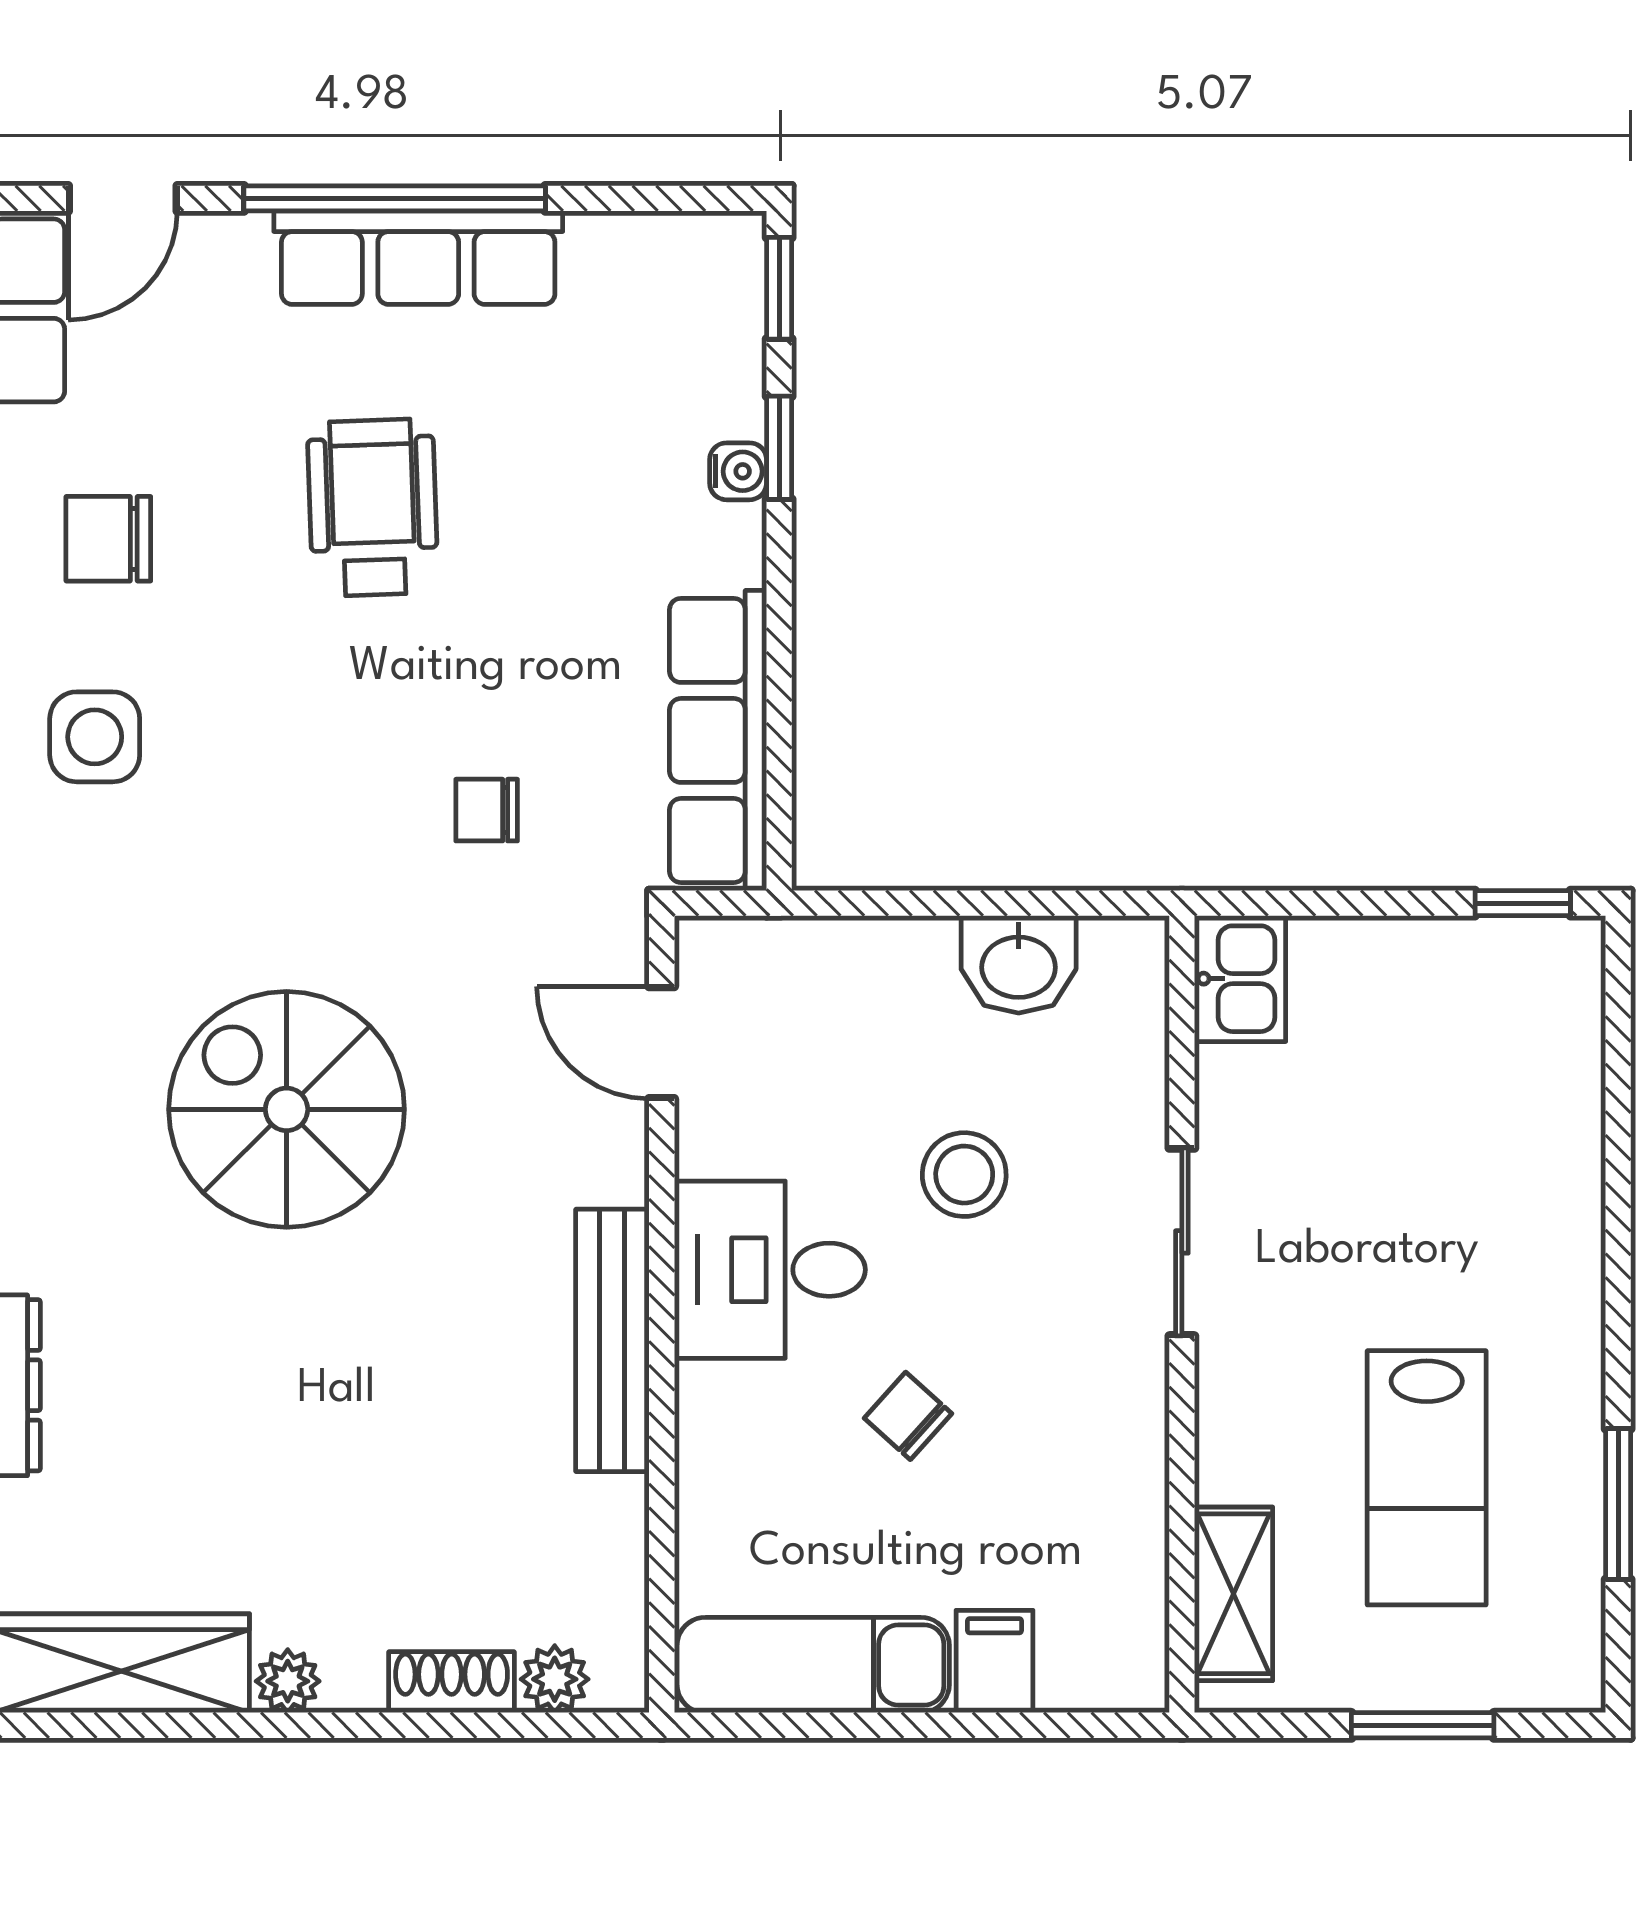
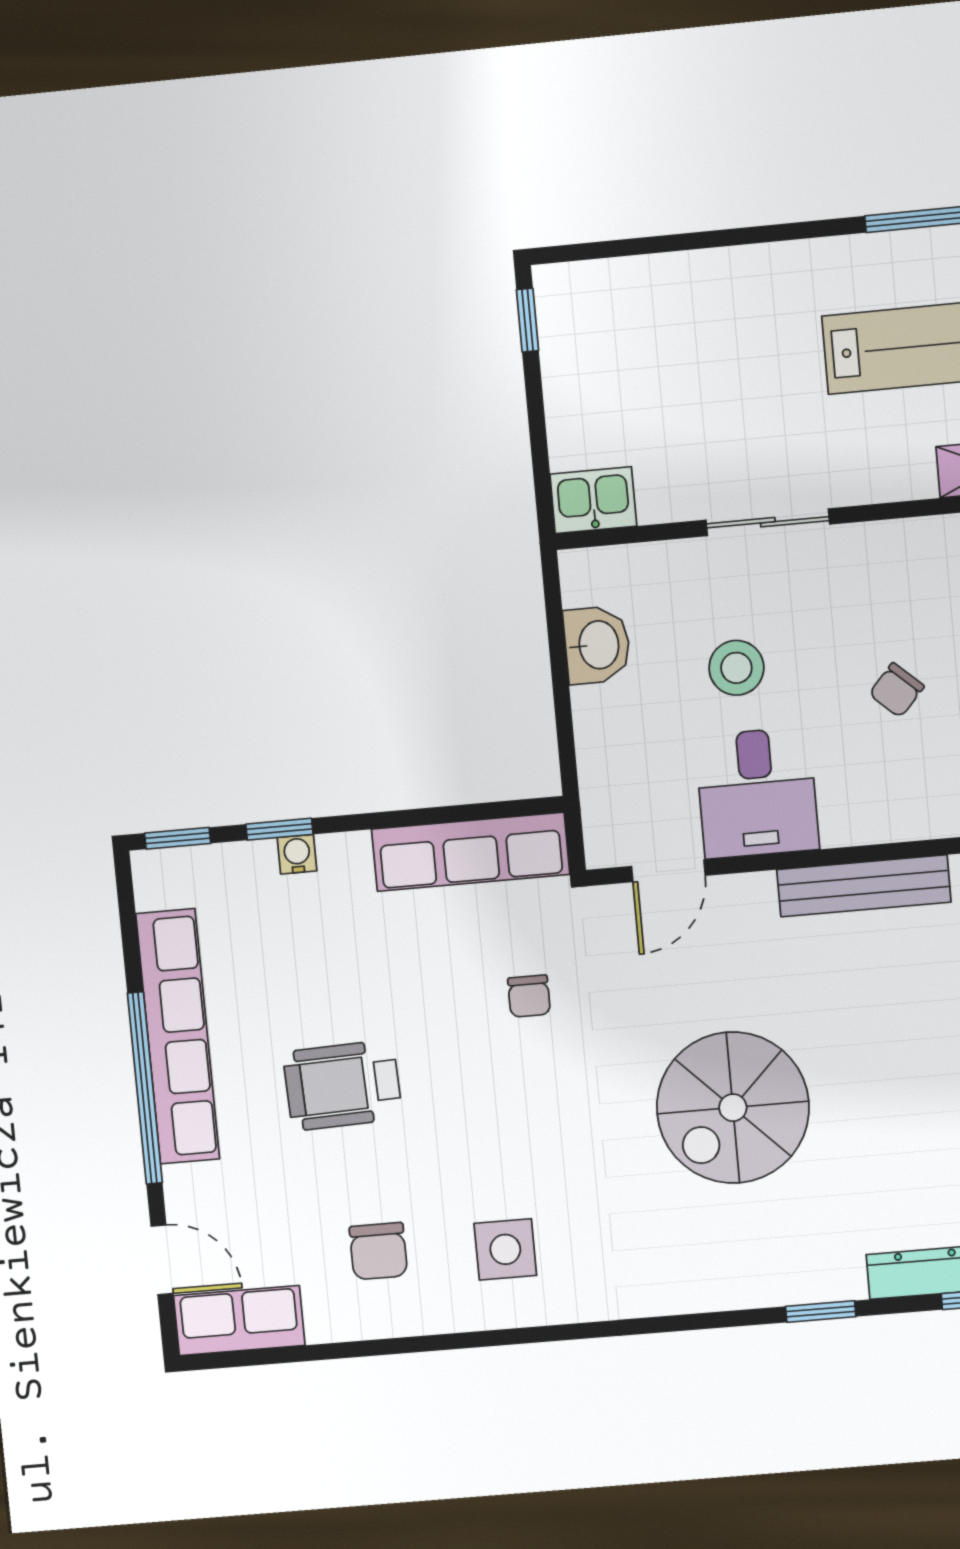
row of seats: (418, 258) -> (178, 1036), width x1.36
desk: (770, 1270) -> (757, 793), moved

